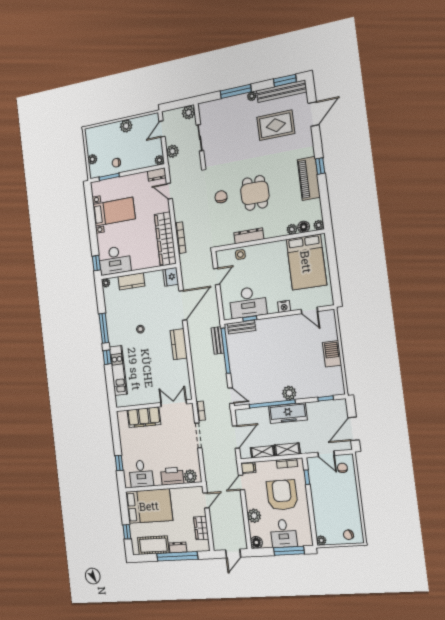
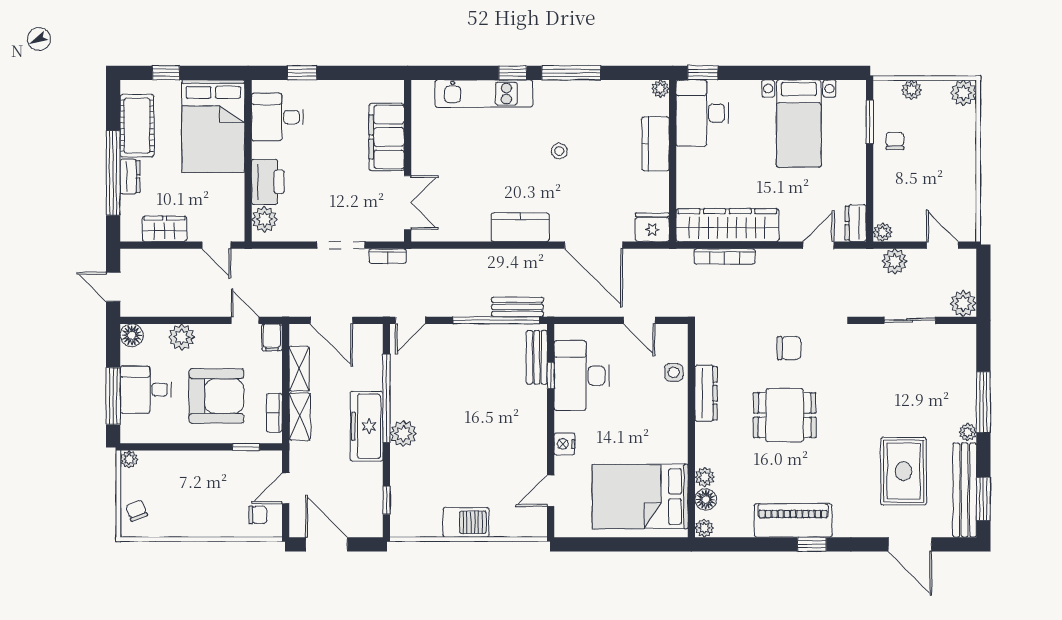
plant: (126, 126) -> (963, 93), moved

